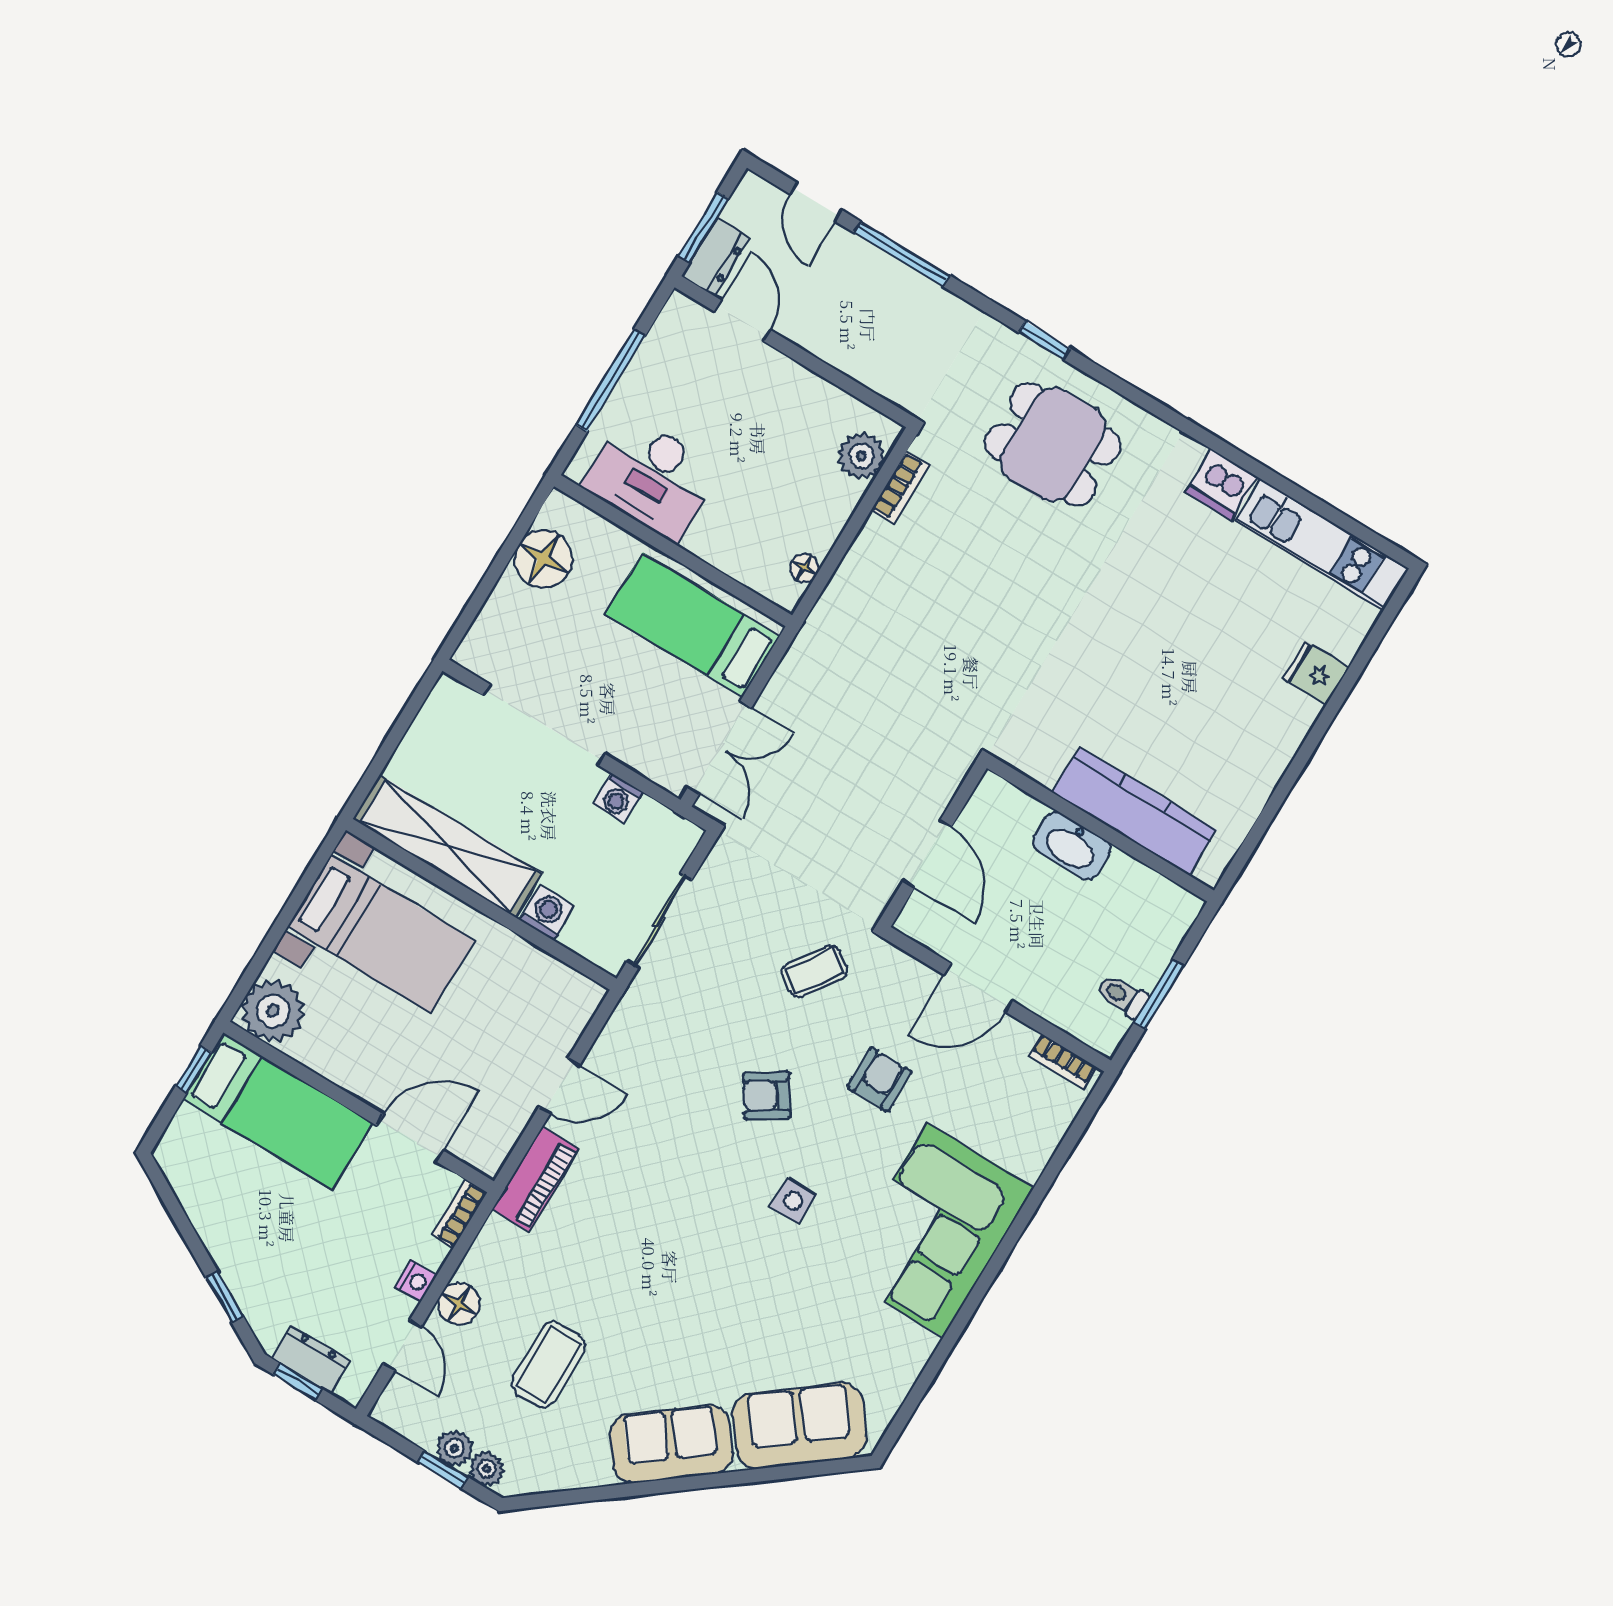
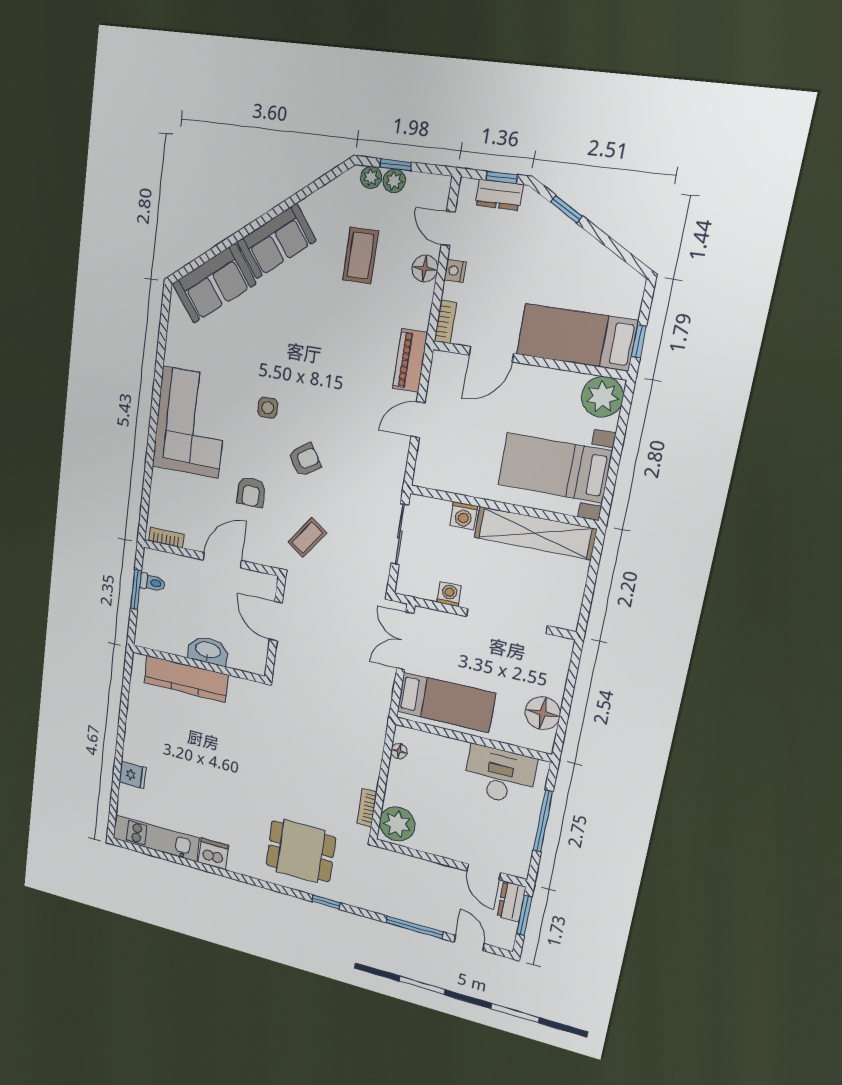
plant: (861, 456) -> (397, 824), width x1.36, depth x1.36

